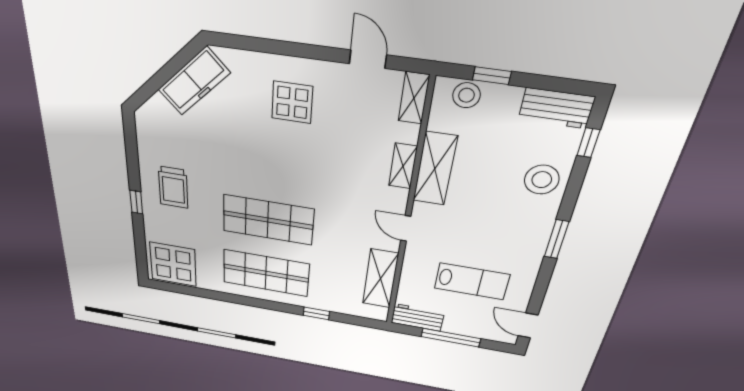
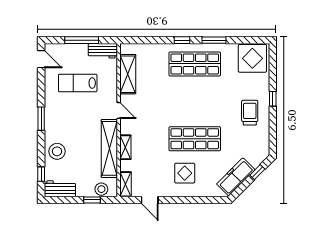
window: (154, 84) -> (257, 172), added
shelving: (435, 169) -> (109, 148), width x1.47
shop shelf: (268, 220) -> (195, 139), moved
window: (234, 299) -> (214, 40), added
window: (316, 313) -> (182, 40), moved

